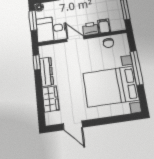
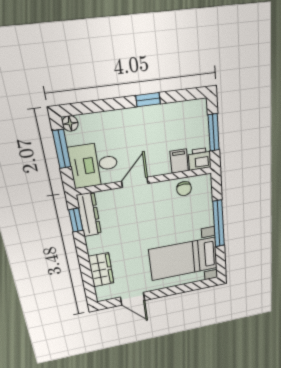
printer: (91, 29) -> (200, 159), moved
door: (75, 39) -> (135, 182), hinge flipped
dresser: (46, 72) -> (89, 215), moved
bed with nightstands: (111, 86) -> (184, 259), width x0.73

